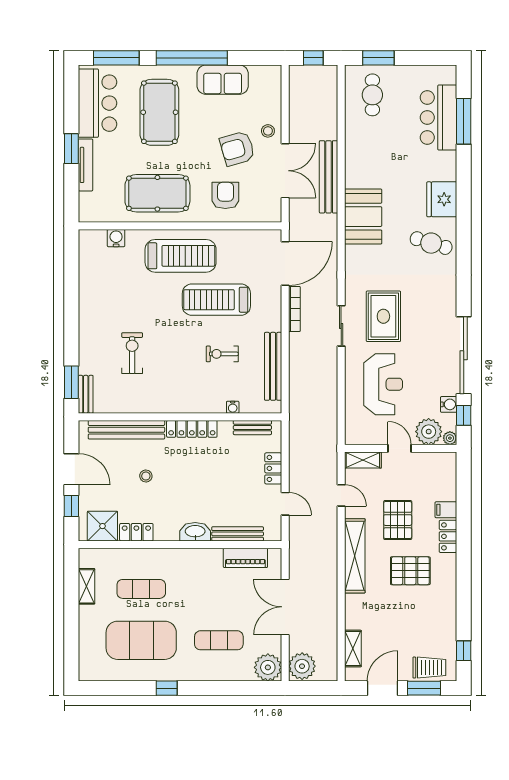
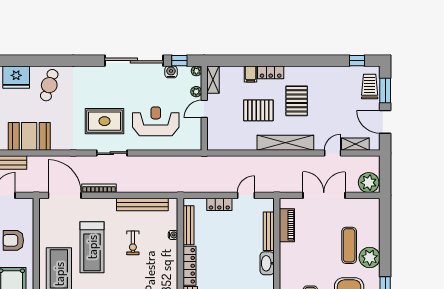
bench: (252, 428) -> (188, 225), width x1.36
plant: (429, 432) -> (196, 92), width x0.53, depth x0.53
shelving: (363, 460) -> (213, 80), moved
door: (341, 495) -> (333, 153), moved
double door: (285, 607) -> (324, 195), swing flipped
plant: (268, 667) -> (370, 258), moved

